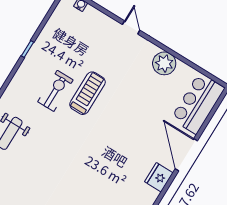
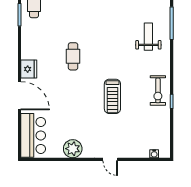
exercise bike: (55, 91) -> (158, 90), moved
cafe table: (103, 162) -> (73, 56), added

